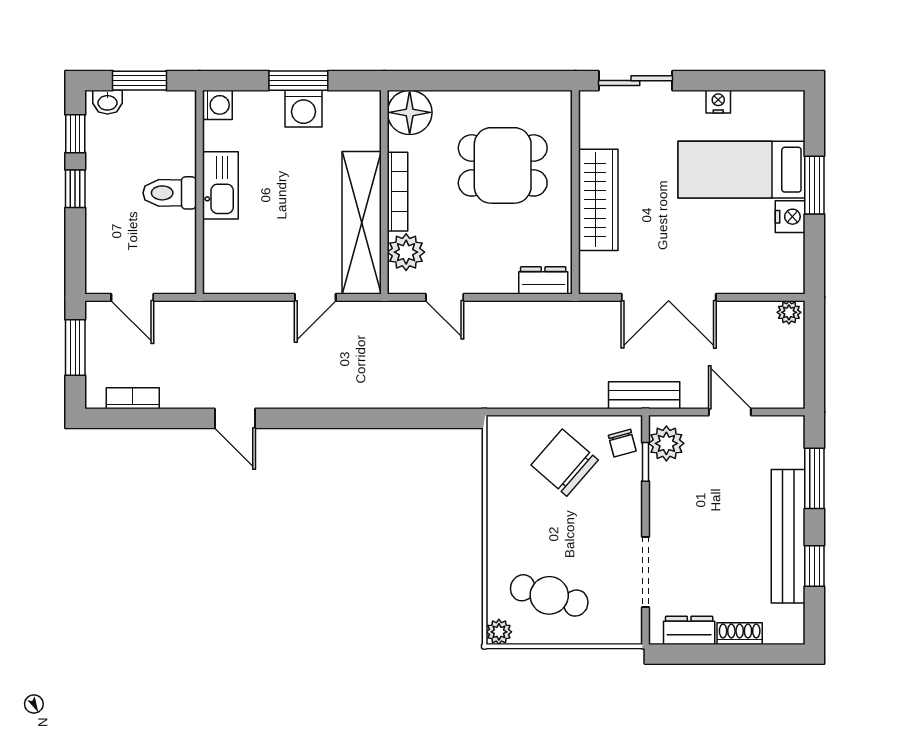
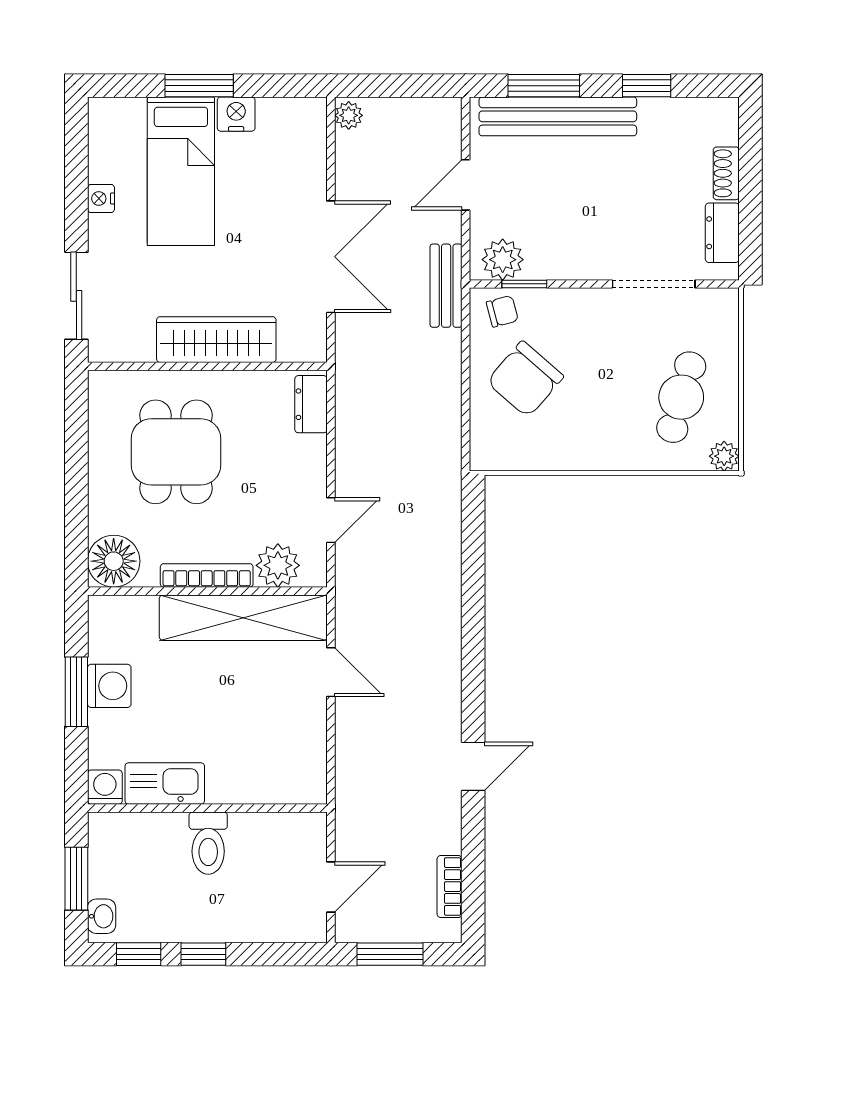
kitchen sink: (220, 185) -> (165, 784), moved
bench: (788, 536) -> (558, 116), moved

